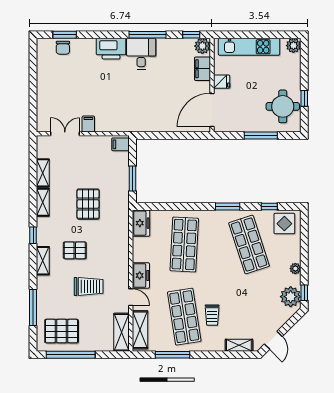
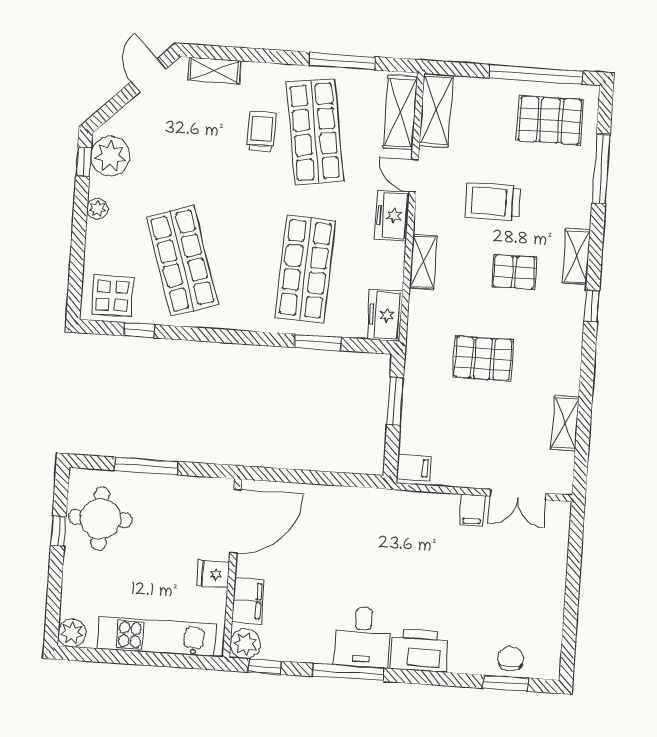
shelving: (43, 202) -> (423, 262), moved
pallet: (88, 204) -> (483, 358), turned 90
window: (228, 206) -> (318, 342), moved

